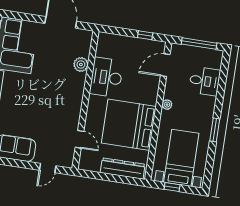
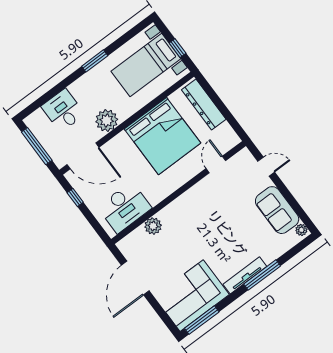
door: (165, 65) -> (83, 156), width x1.36
desk: (106, 77) -> (125, 208), moved
plant: (167, 105) -> (107, 120), width x1.87, depth x1.87

